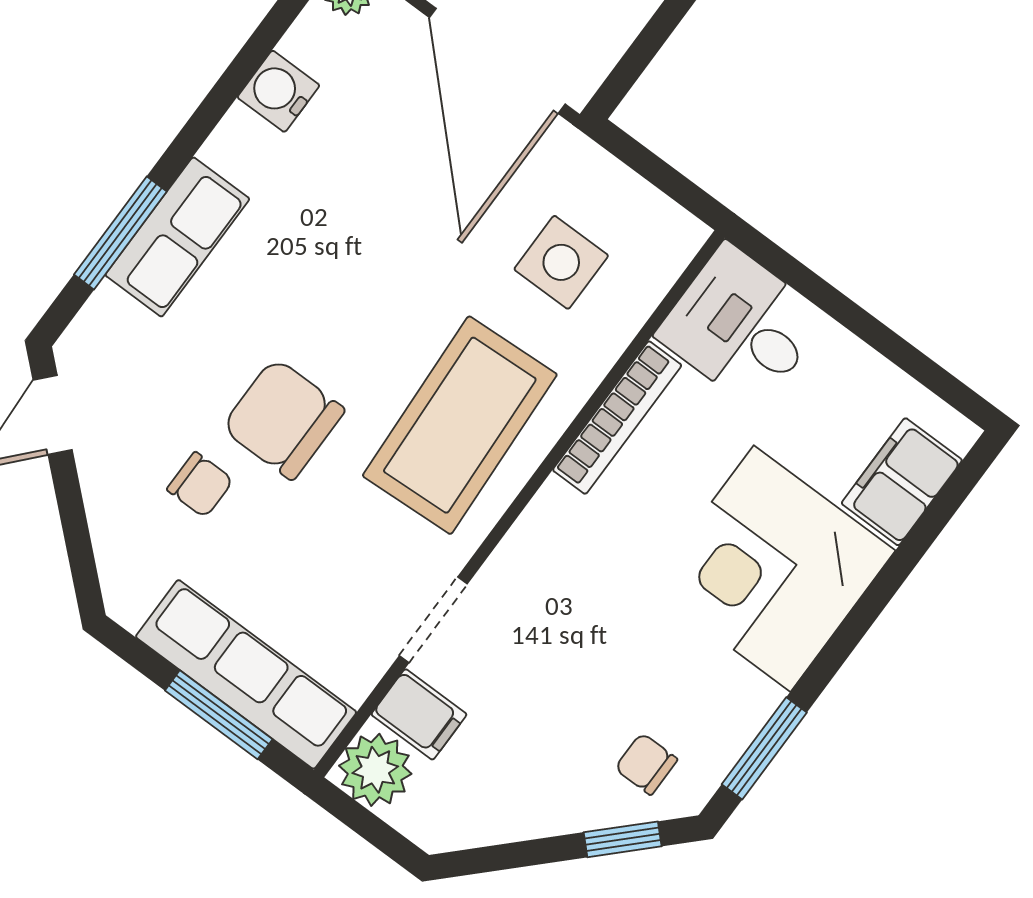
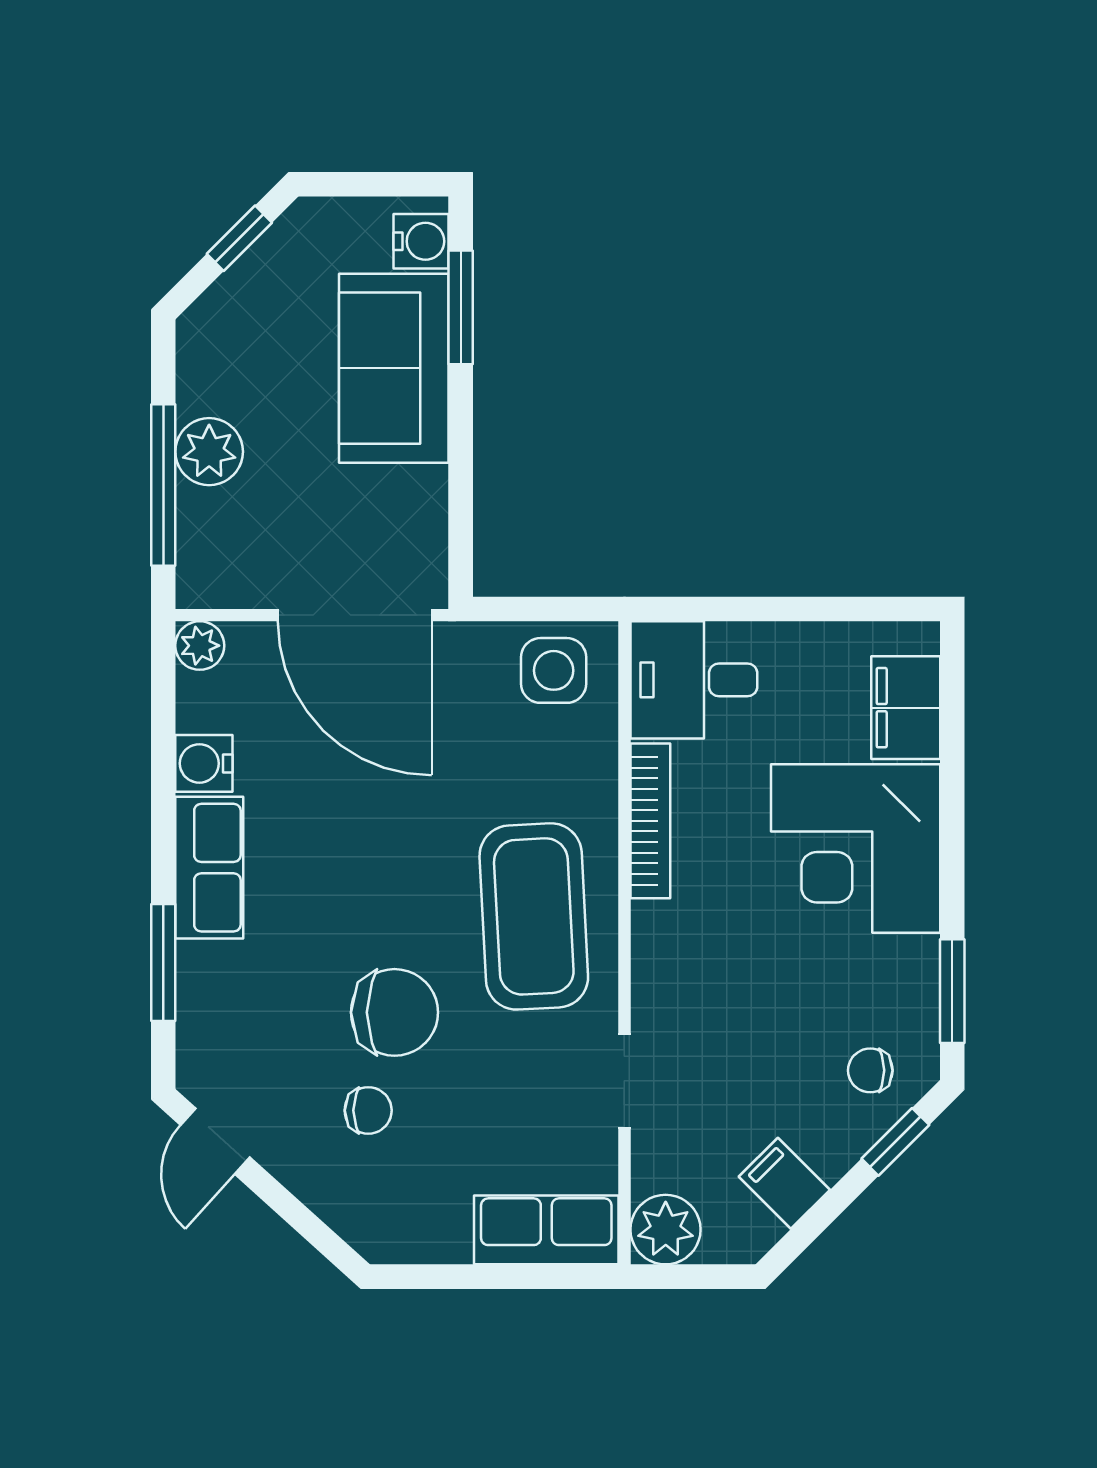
row of seats: (177, 237) -> (209, 868), moved
side table: (561, 262) -> (554, 670), moved
chair: (283, 419) -> (394, 1012), turned 180
row of seats: (246, 674) -> (546, 1230), width x0.68
filing cabinet: (419, 714) -> (784, 1183), moved, turned -135
window: (219, 715) -> (514, 1277), removed

